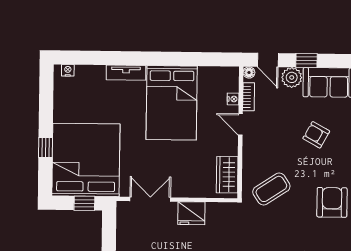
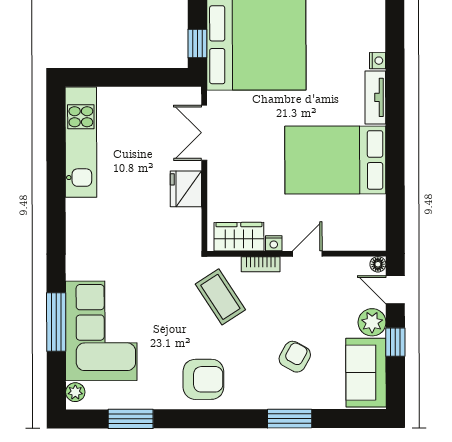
door: (268, 60) -> (395, 290), hinge flipped
nightstand: (68, 70) -> (378, 61), moved
bookcase: (249, 97) -> (261, 264), moved
nightstand: (233, 99) -> (274, 243), moved
double door: (150, 199) -> (204, 133), swing flipped

